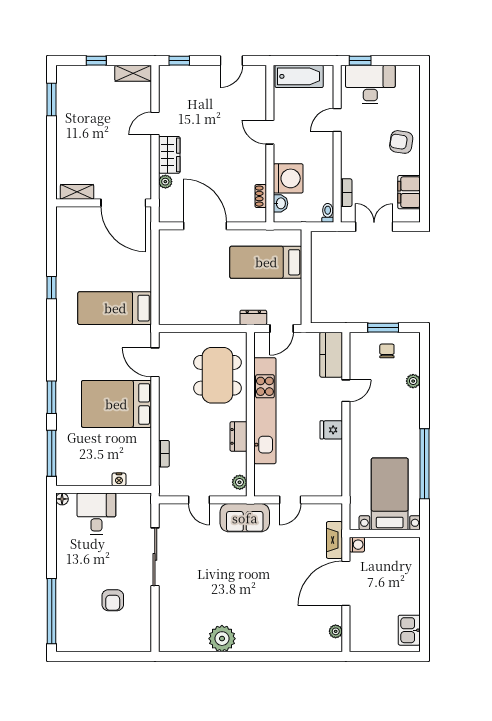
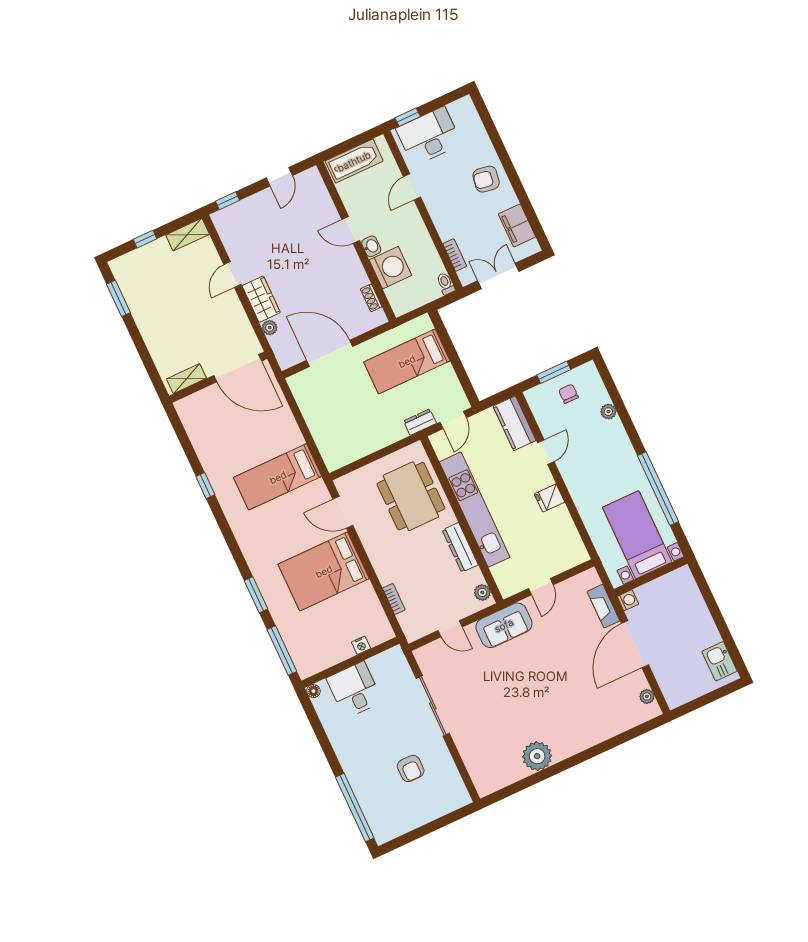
washbasin: (280, 203) -> (371, 246), moved
dresser: (239, 436) -> (460, 547), width x1.44

